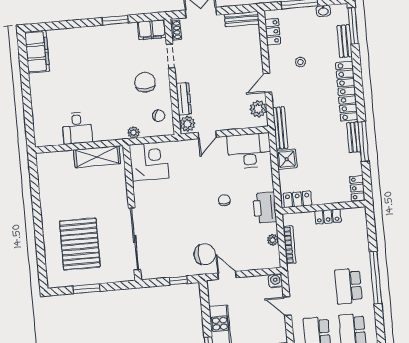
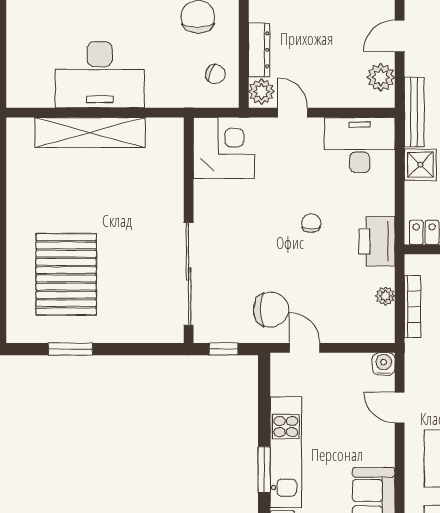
desk: (77, 128) -> (100, 75), width x1.87, depth x1.30
plant: (133, 133) -> (171, 98), removed
door: (207, 135) -> (293, 113), swing flipped
shelving: (97, 157) -> (90, 133), width x1.47
corner desk: (149, 161) -> (224, 148), moved
wall: (132, 213) -> (189, 230), moved
sliding door: (135, 239) -> (189, 274), moved

